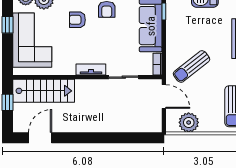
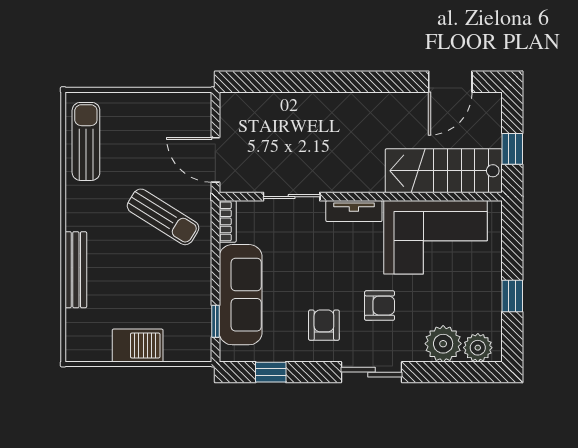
corner sofa: (32, 40) -> (436, 237), moved, turned -90
sun lounger: (192, 66) -> (163, 217), turned 70
plant: (189, 122) -> (168, 111), removed

